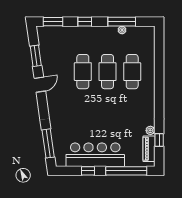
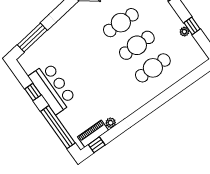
window: (122, 22) -> (192, 26), width x0.46
window: (159, 140) -> (97, 145), moved
bar counter: (95, 155) -> (52, 88), width x0.73

